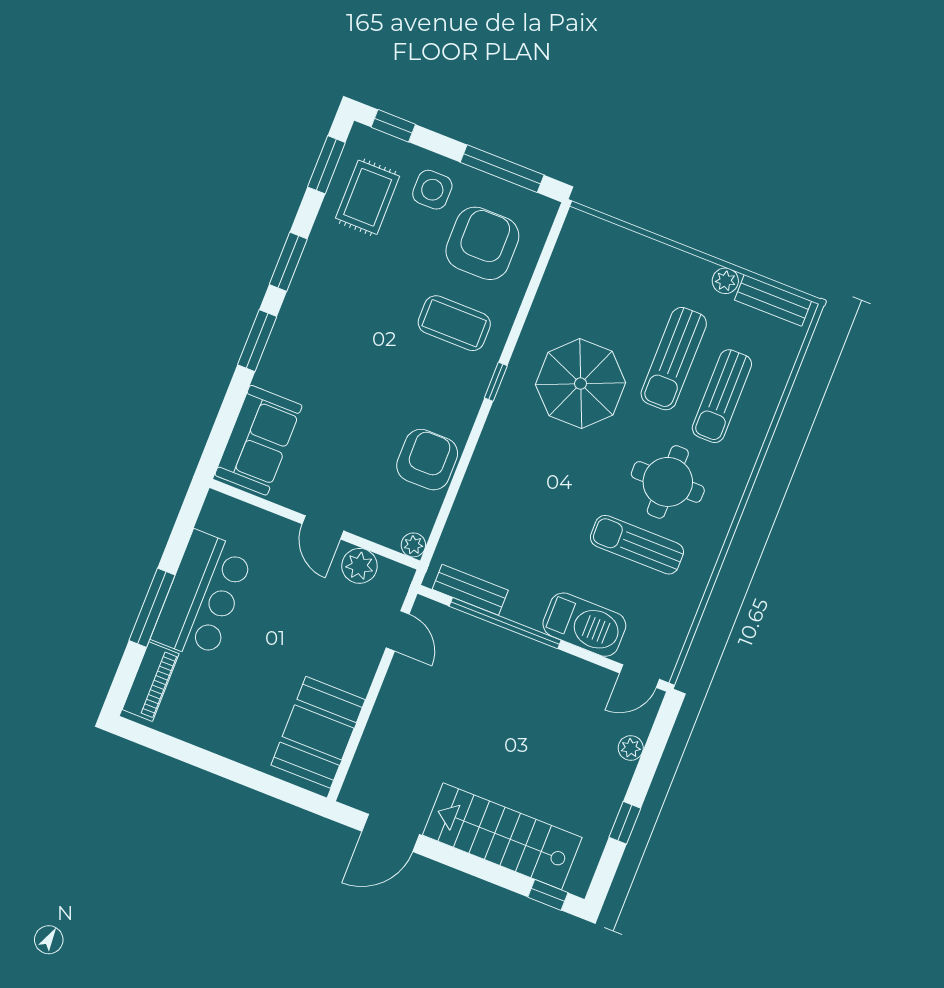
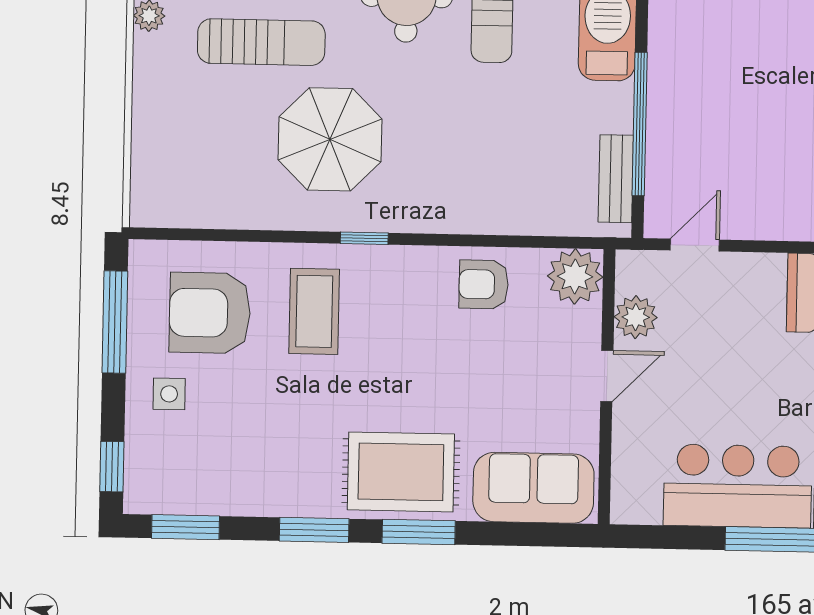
side table: (432, 190) -> (169, 394), width x0.73, depth x0.73
rug: (368, 197) -> (401, 472), moved, width x1.36, depth x1.43
armchair: (427, 460) -> (484, 284), width x0.72, depth x0.72
plant: (413, 545) -> (575, 276), width x1.88, depth x1.88

